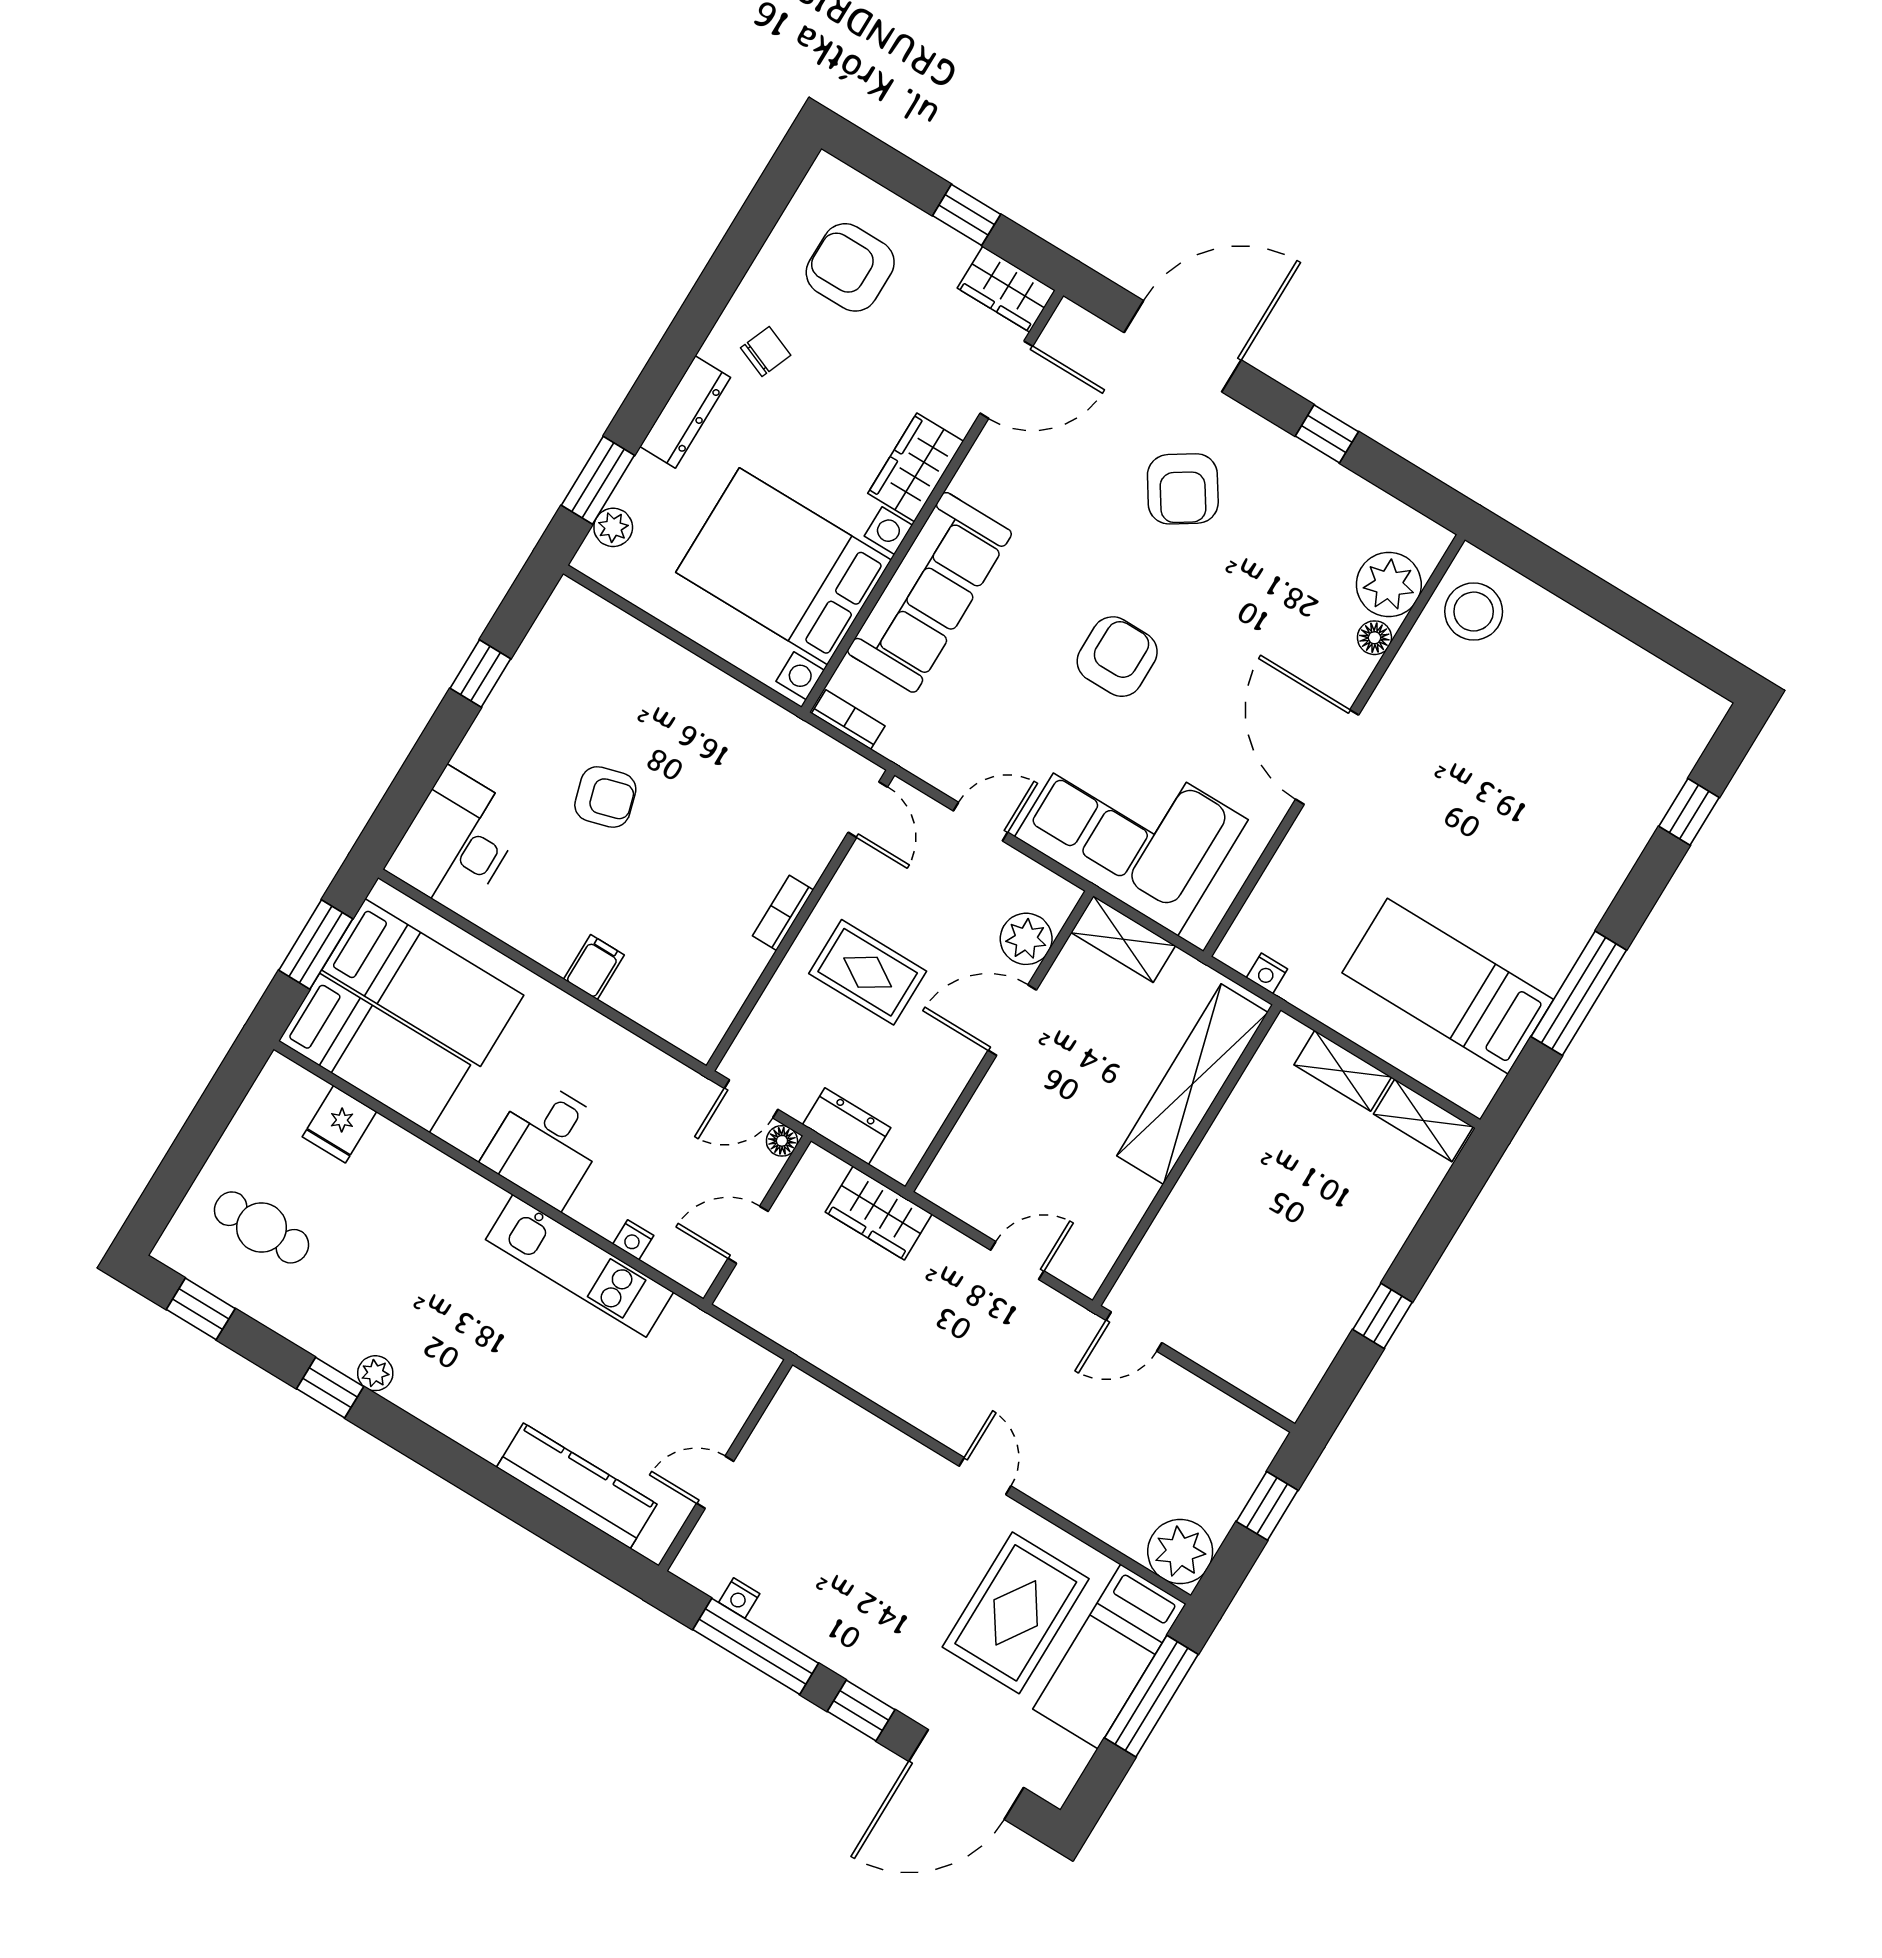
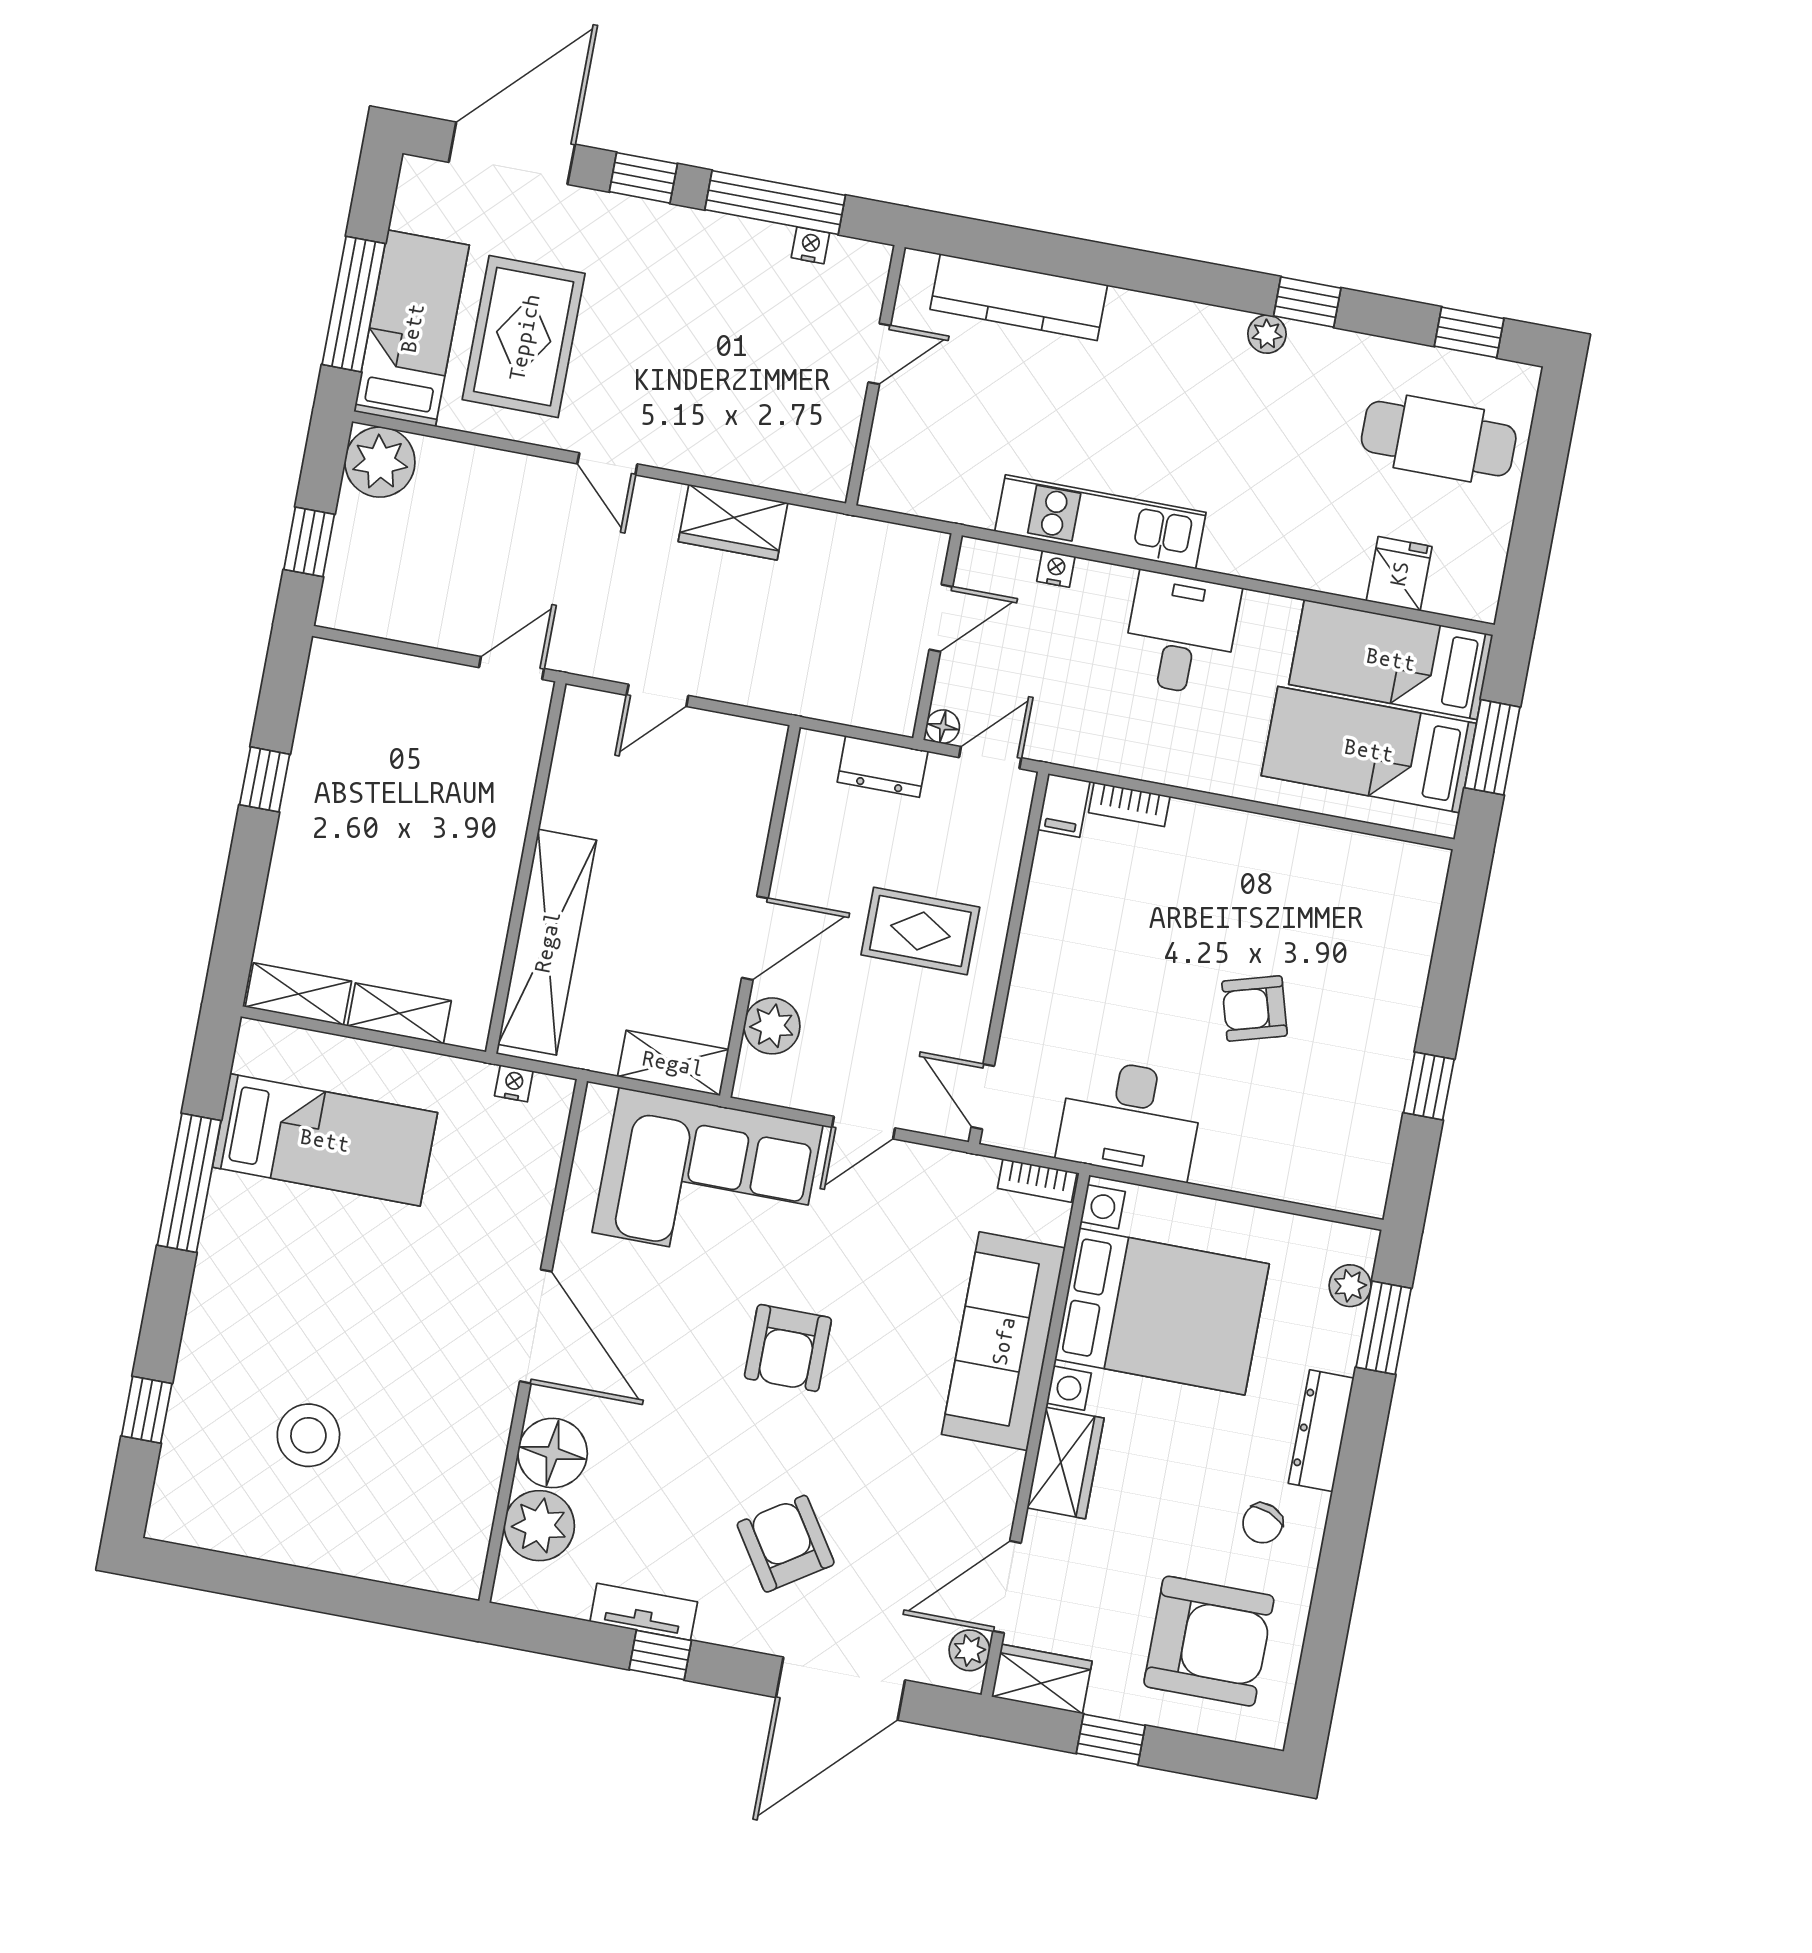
armchair: (850, 267) -> (1209, 1641), width x1.36, depth x1.36
plant: (1059, 337) -> (969, 1650), added
tv unit: (1327, 476) -> (644, 1612), added
stool: (1474, 612) -> (308, 1435), moved
floor lamp: (1374, 638) -> (553, 1453), width x1.89, depth x1.89
desk: (456, 842) -> (1131, 1119), moved, turned 90
bookcase: (783, 913) -> (1129, 804), moved, turned 90
filing cabinet: (594, 967) -> (1064, 806), moved
wardrobe: (879, 1213) -> (733, 522), moved, turned 180
cafe table: (261, 1227) -> (1439, 439), width x1.37, depth x1.35

